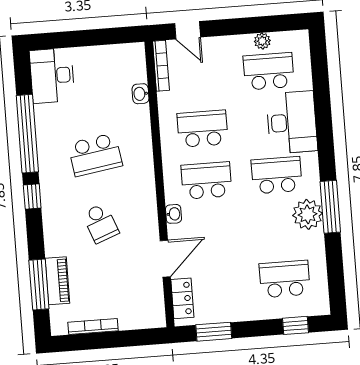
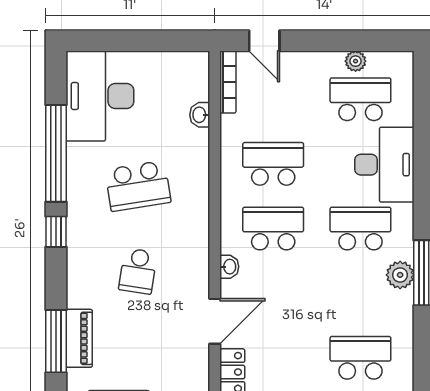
desk: (52, 76) -> (100, 96), width x1.36, depth x1.30
plant: (308, 214) -> (400, 275), width x0.73, depth x0.73
school desk: (100, 223) -> (138, 271), turned 30

